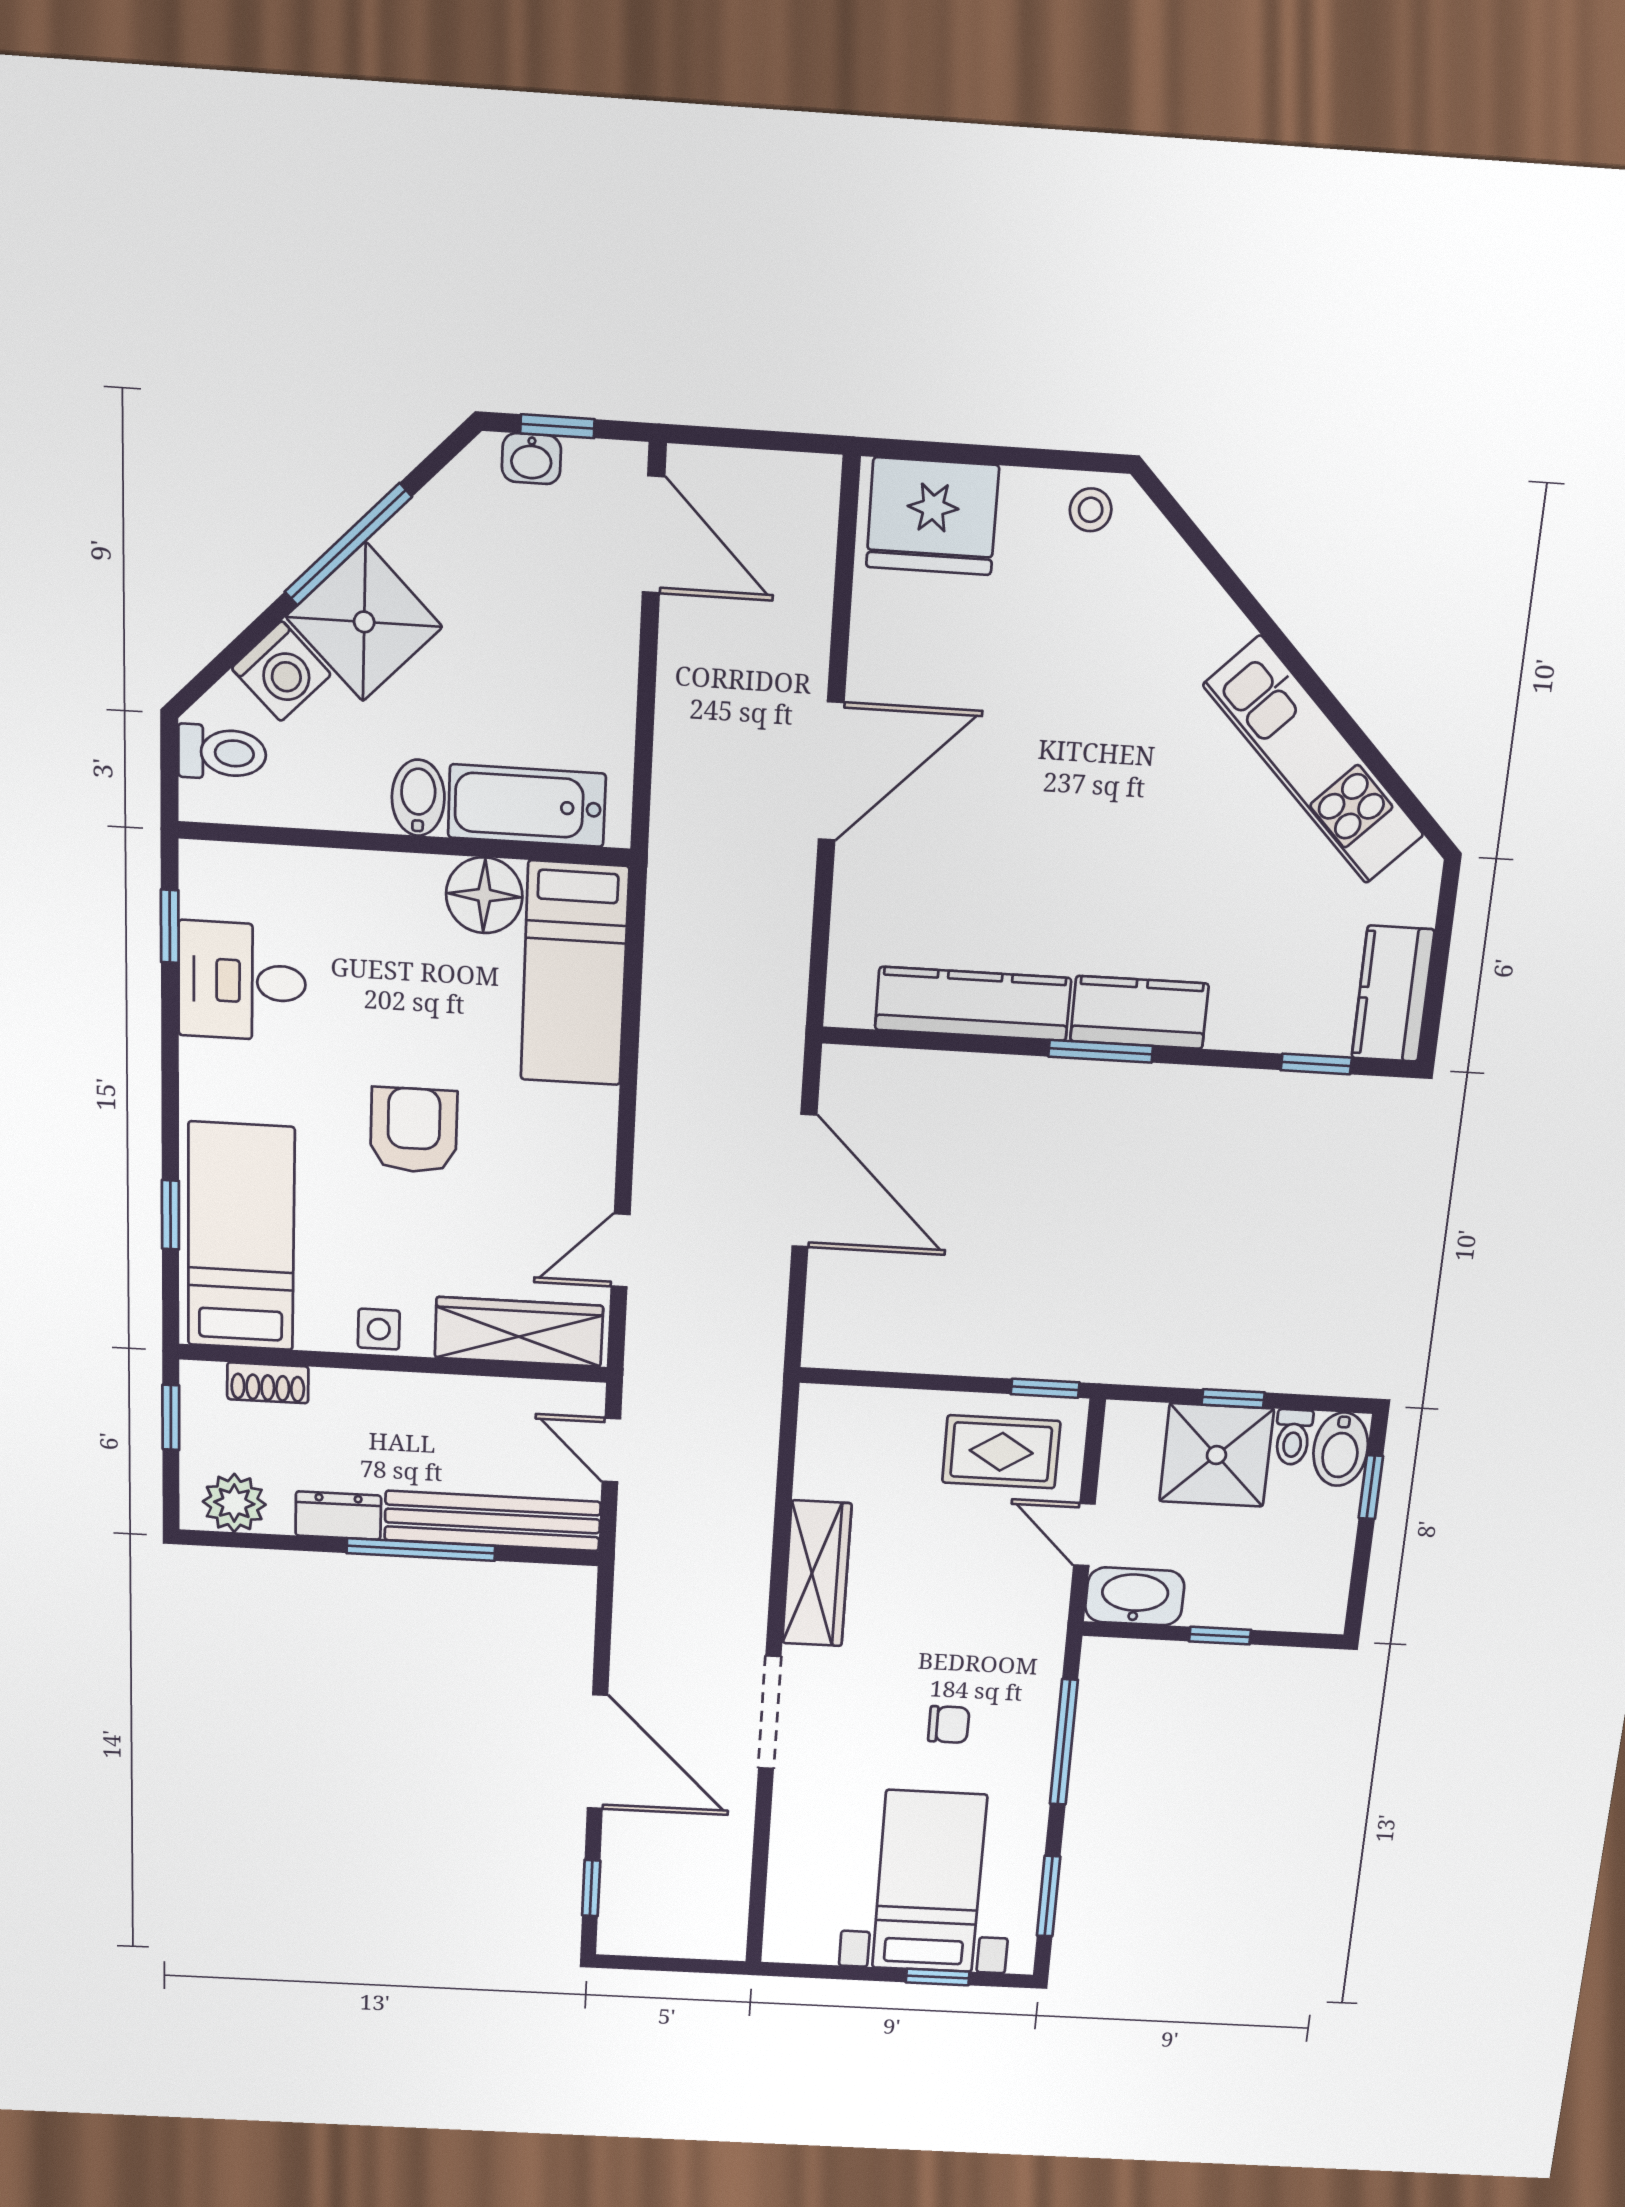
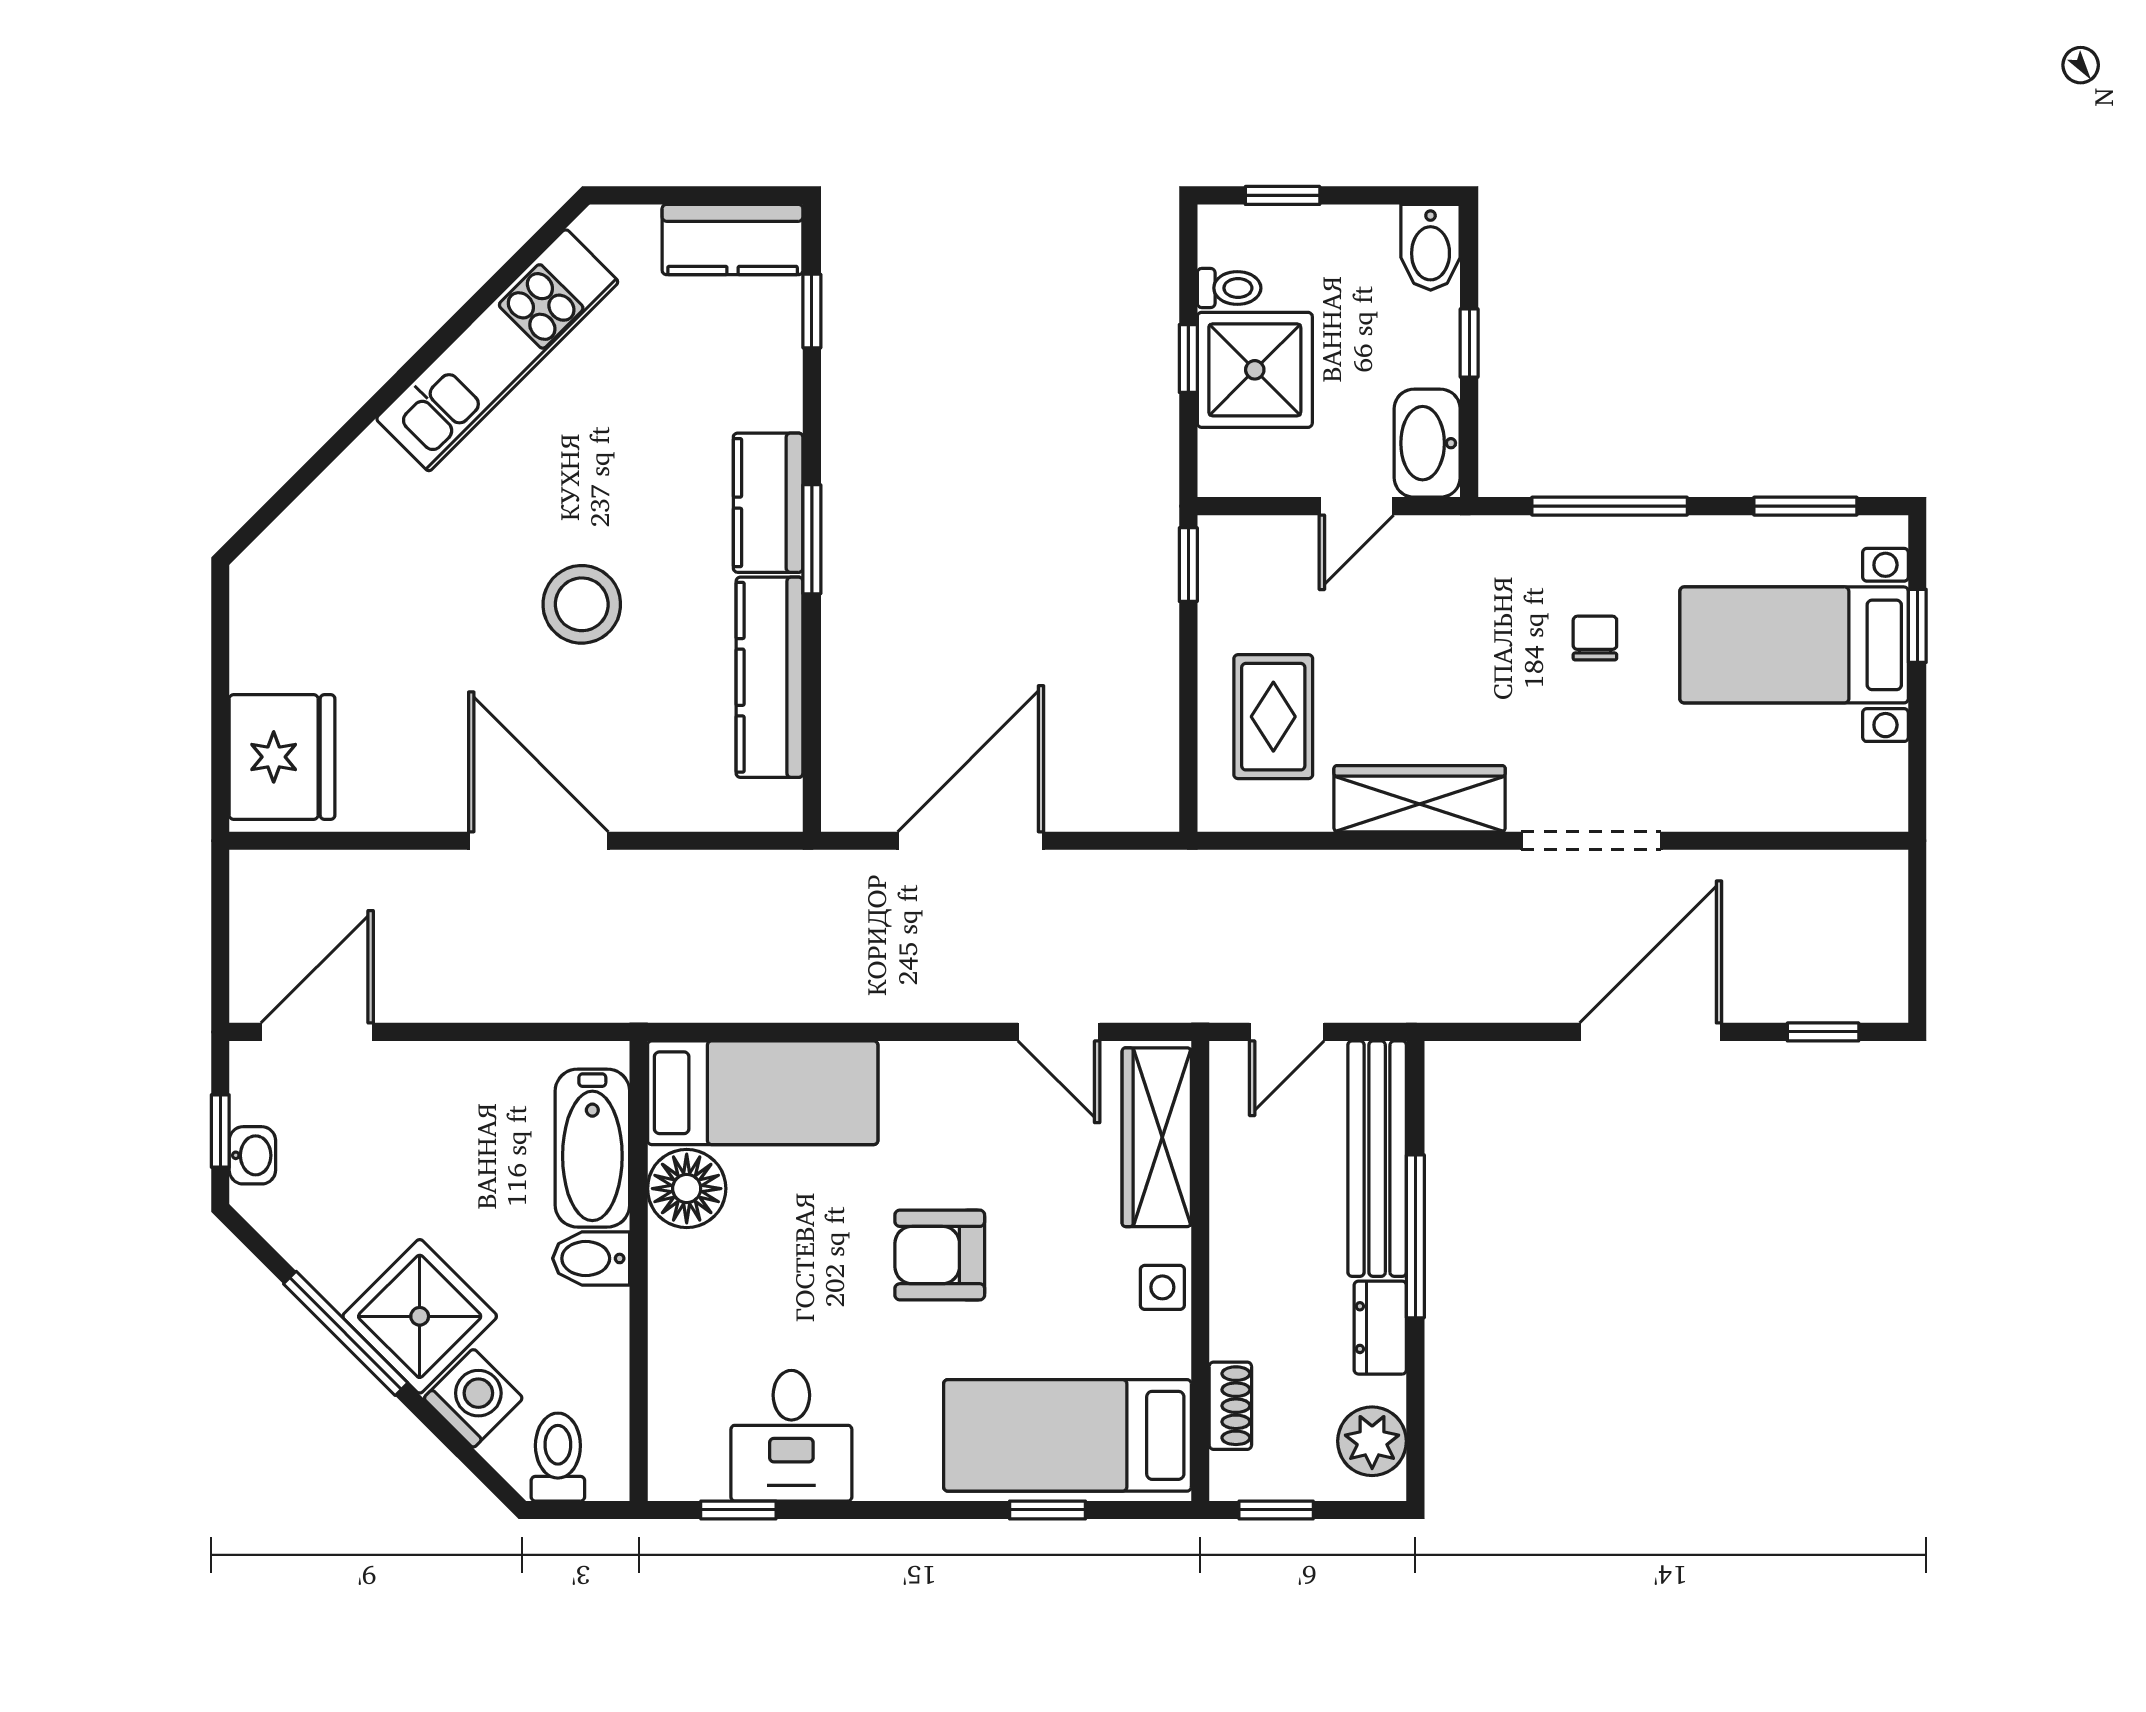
stool: (1091, 510) -> (582, 604), moved, width x1.89, depth x1.89
bidet: (1341, 1449) -> (1431, 247), moved, turned 90
rug: (1001, 1452) -> (1273, 717), moved

